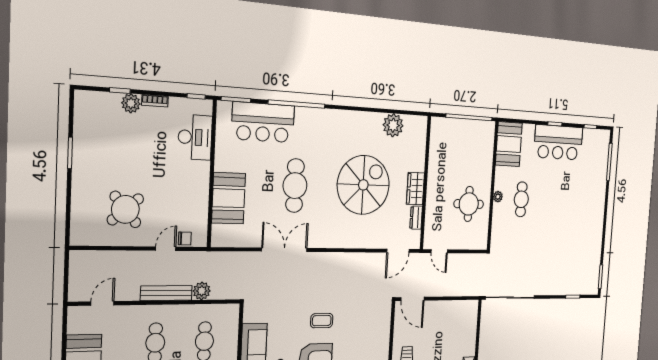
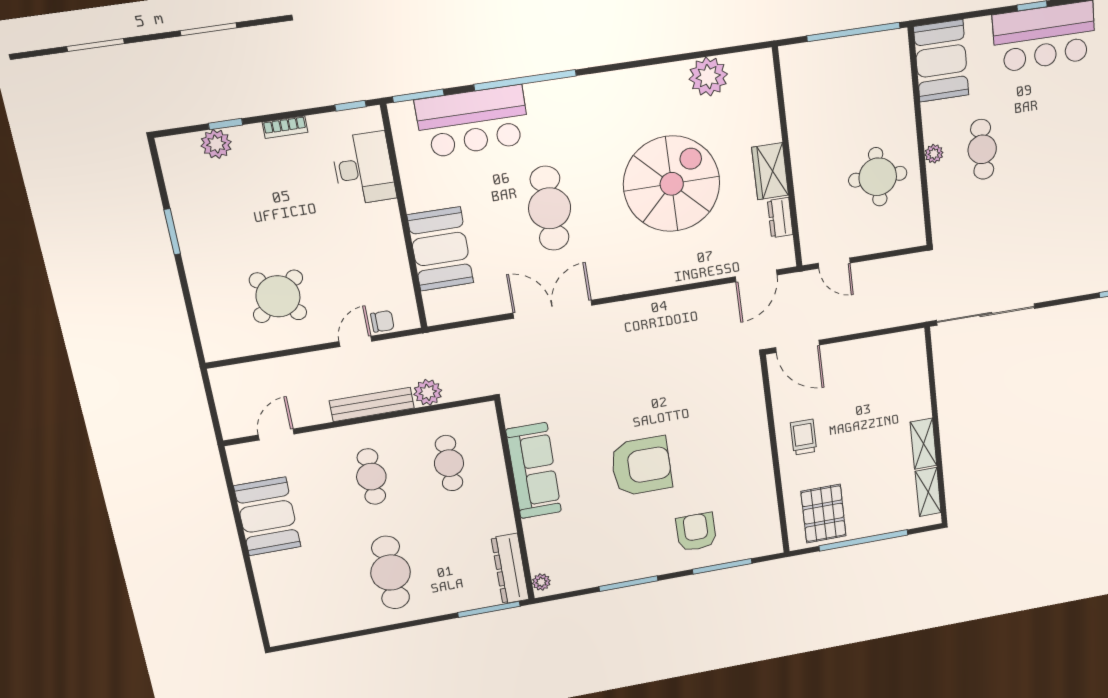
plant: (131, 103) -> (216, 144), moved
coffee table: (322, 321) -> (640, 404), removed

